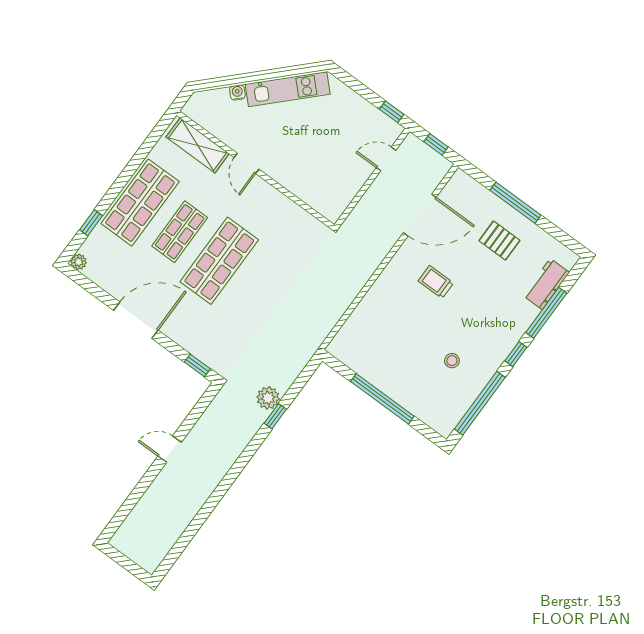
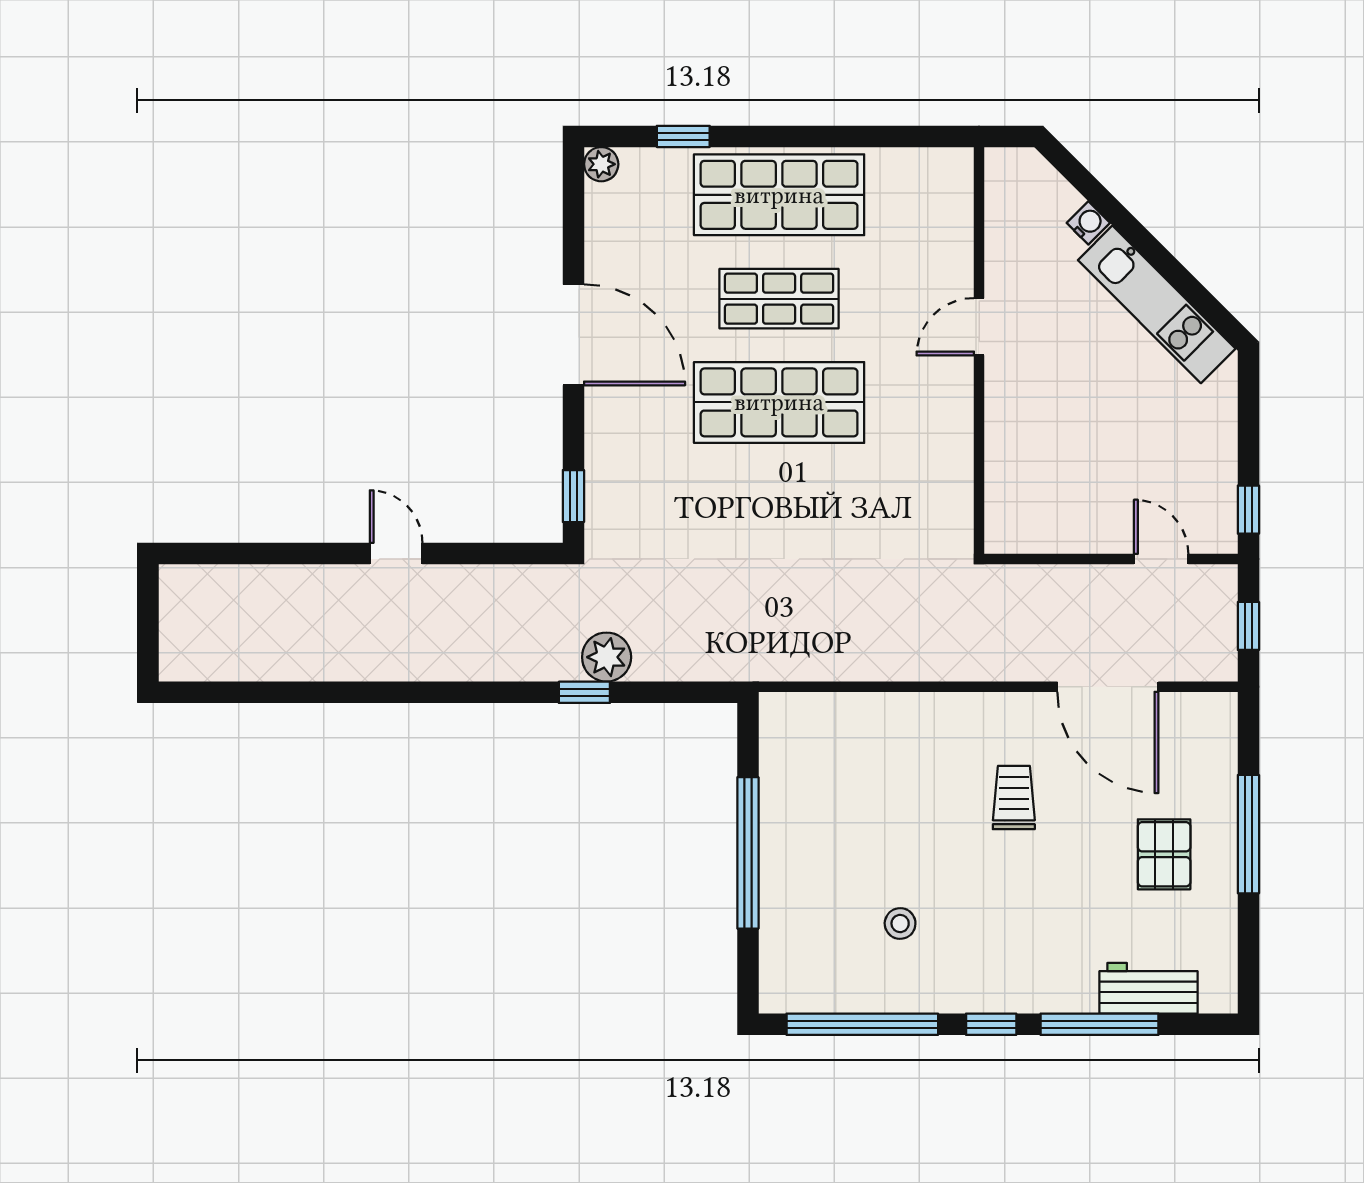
shelving: (198, 145) -> (948, 221), removed

